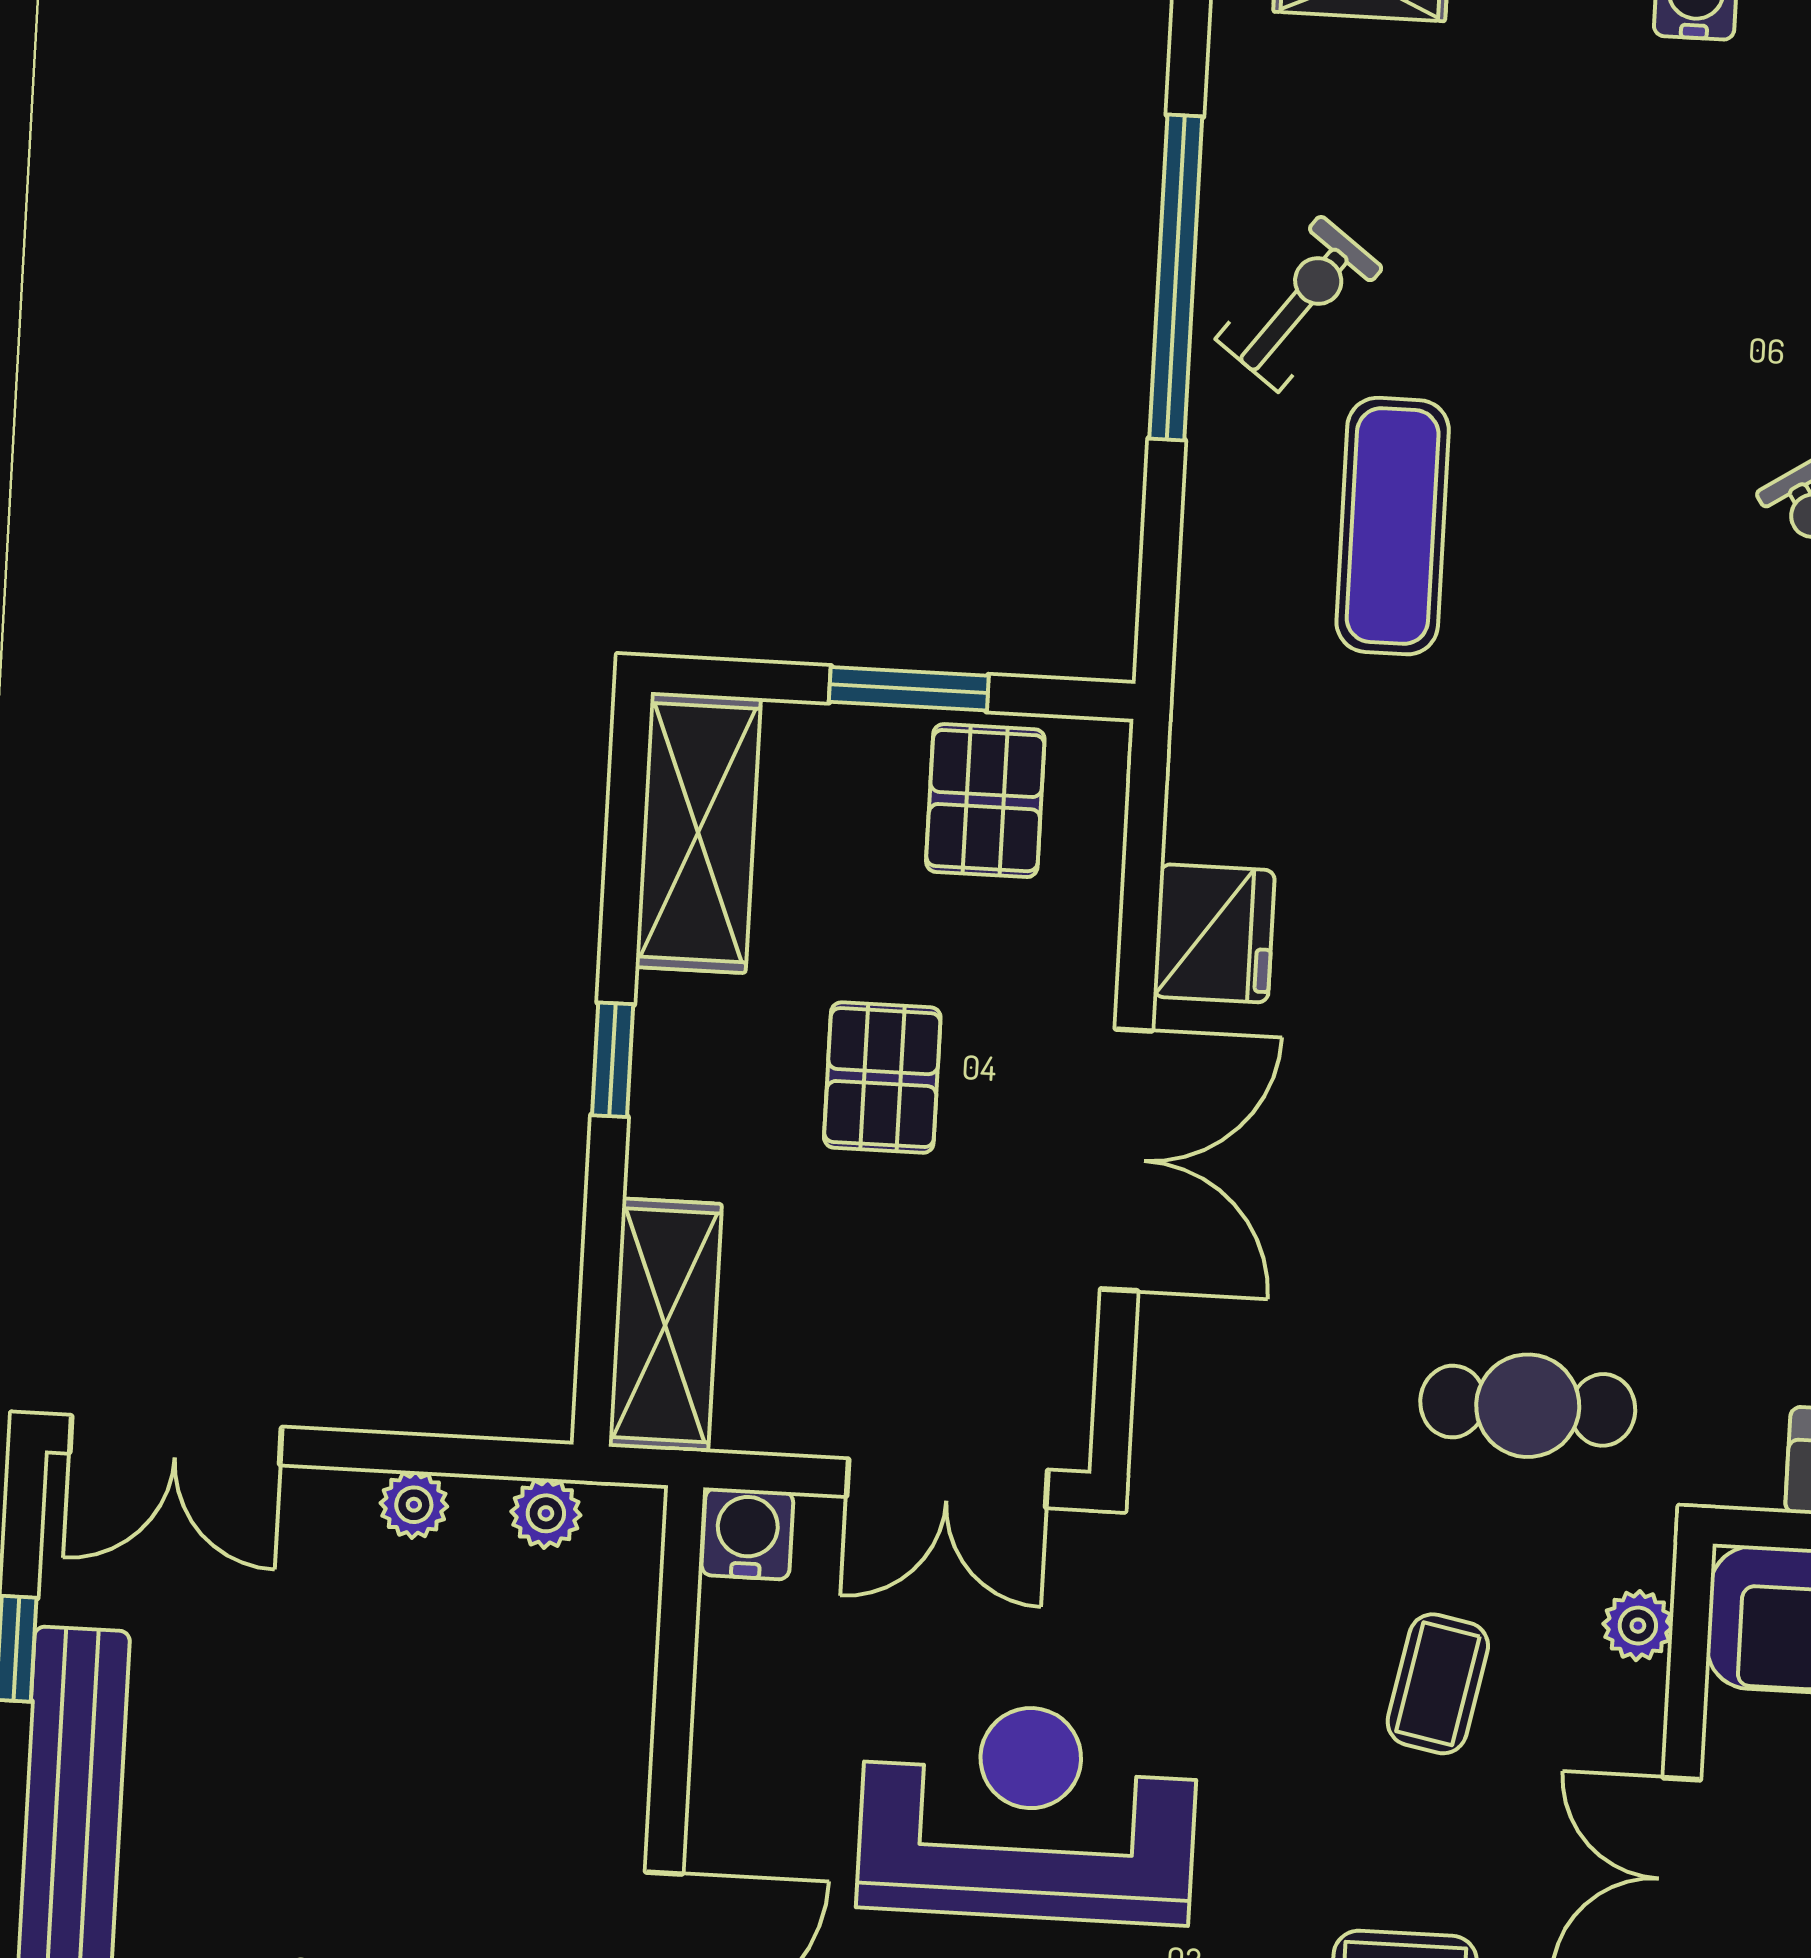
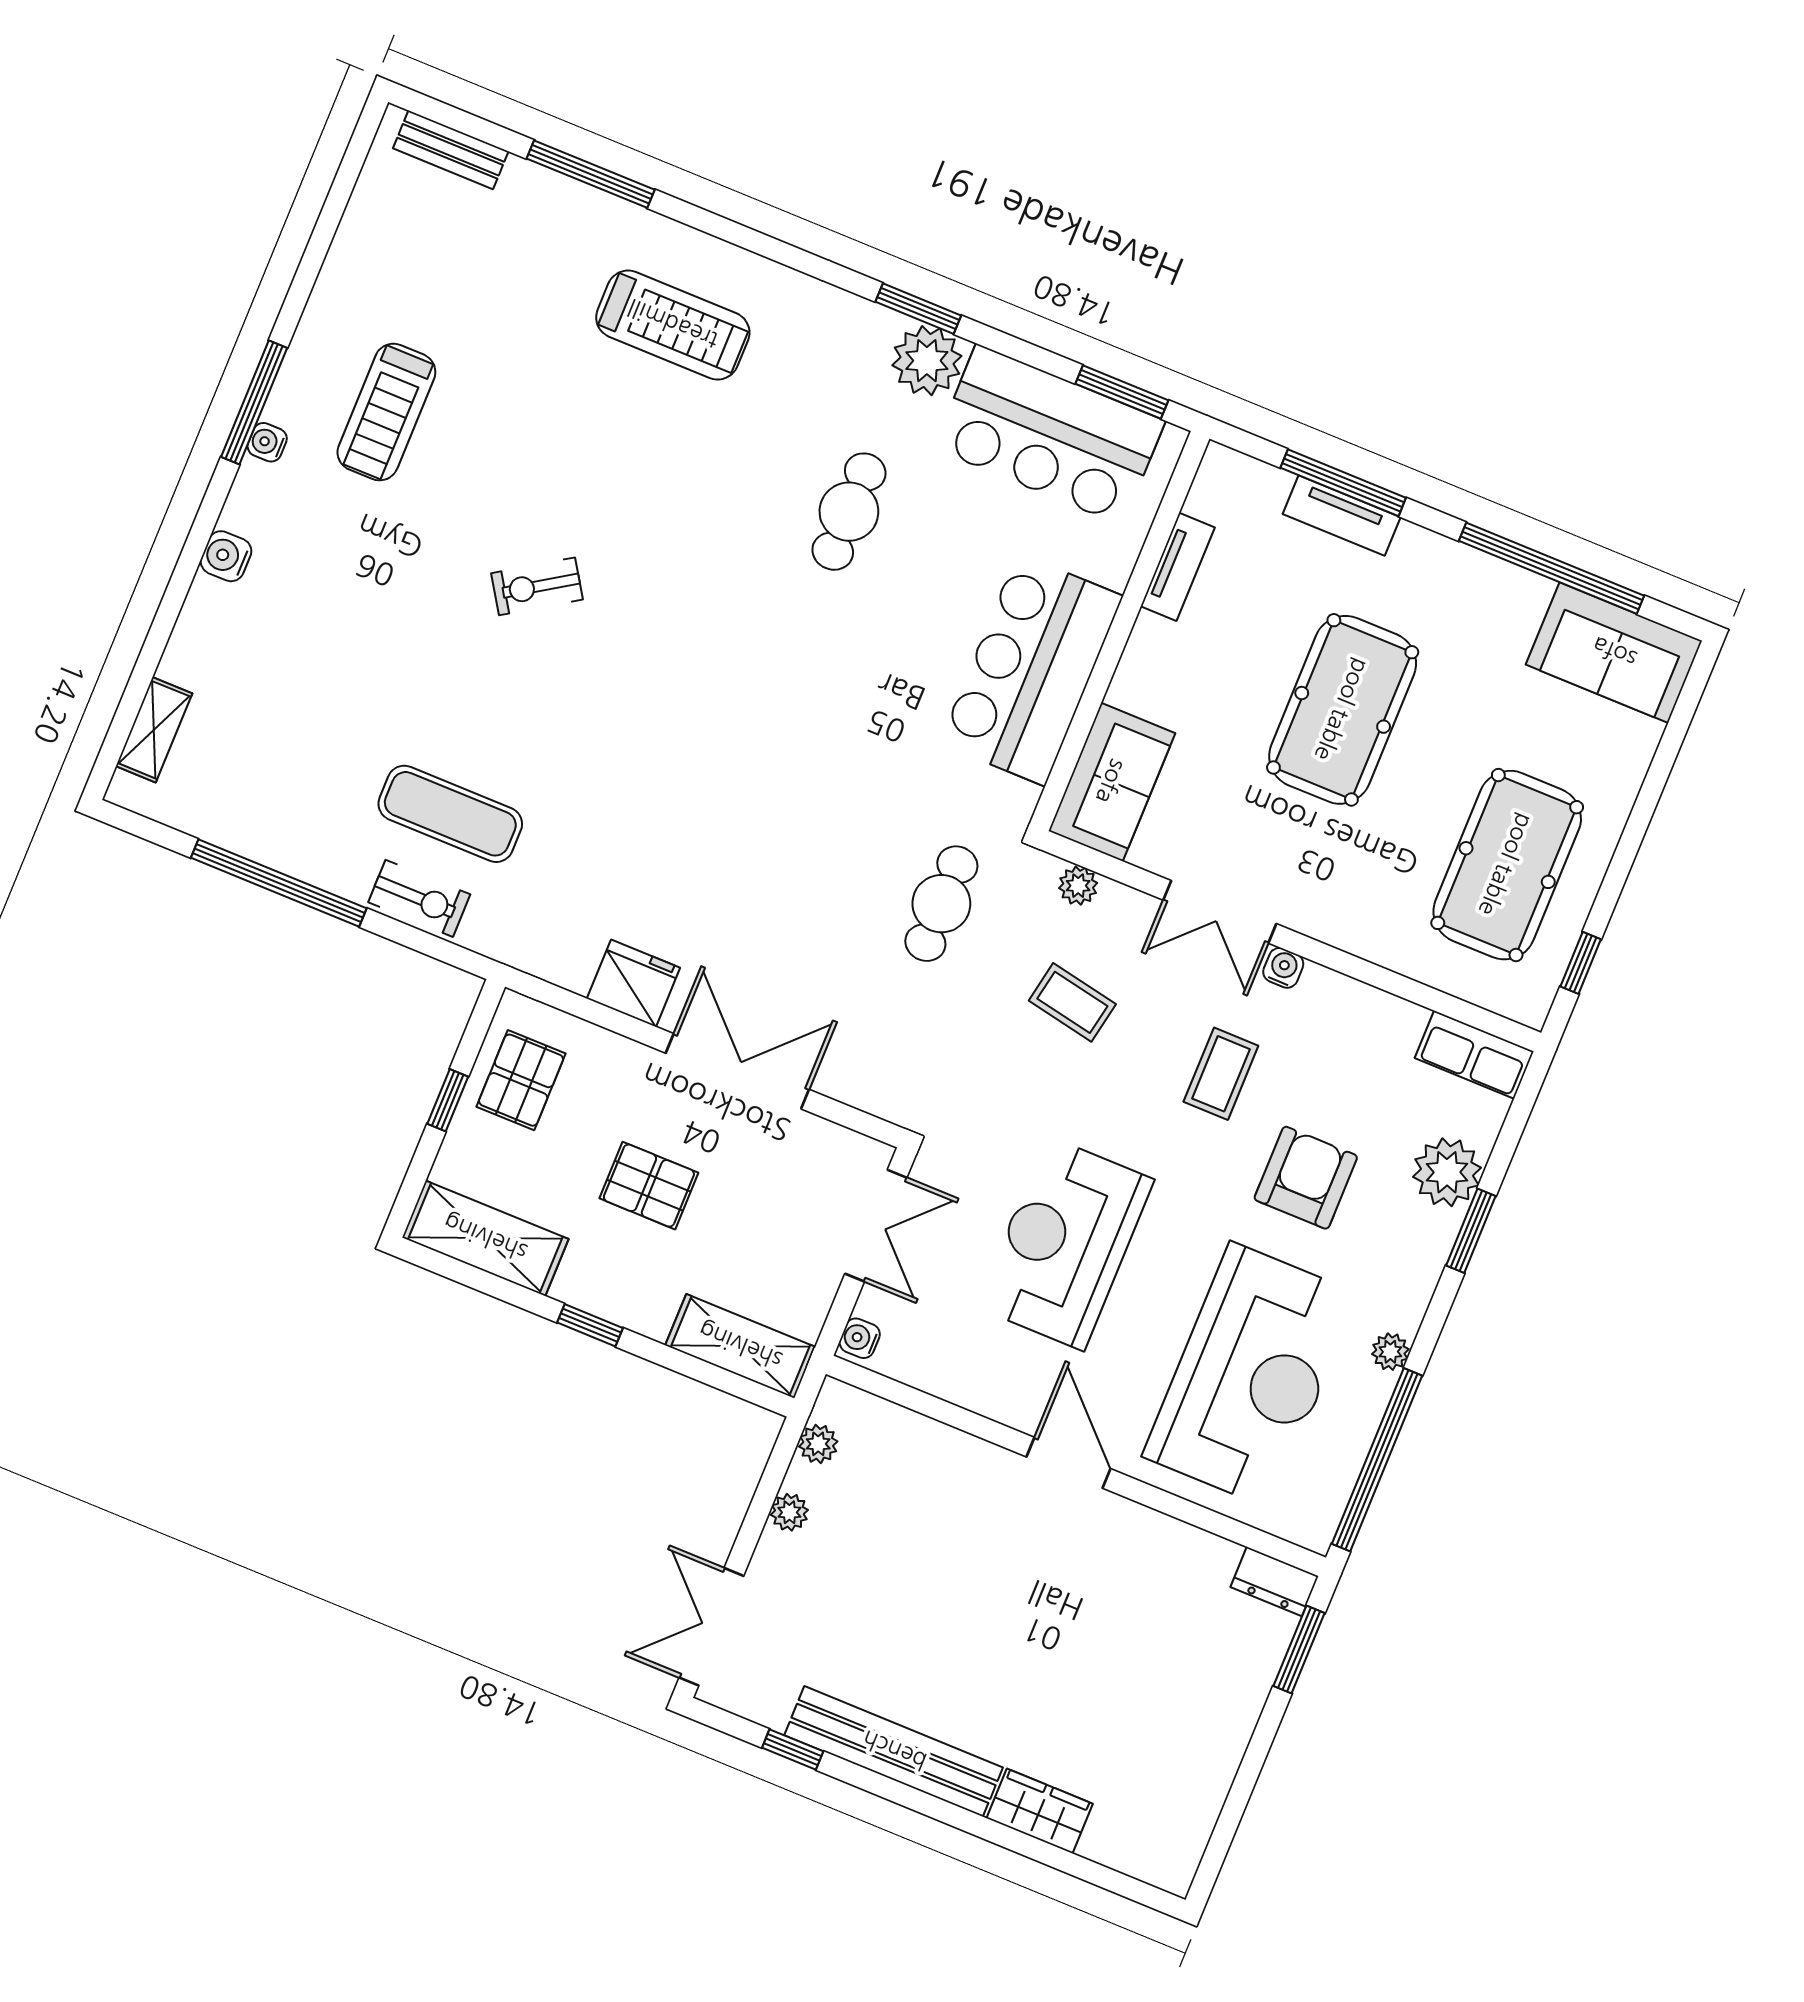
exercise bike: (1299, 303) -> (419, 898), moved, turned 143
window: (909, 689) -> (448, 1100), width x0.67
pallet: (985, 801) -> (521, 1080), turned 90
double door: (176, 1440) -> (711, 1627), swing flipped
water cooler: (747, 1534) -> (860, 1338), width x0.72, depth x0.72

